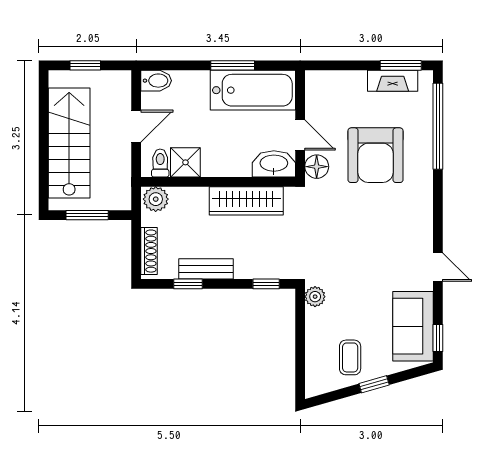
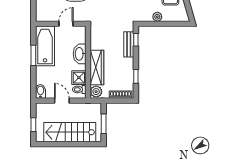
washbasin: (274, 164) -> (80, 54), moved
floor lamp: (317, 167) -> (81, 16), removed
wardrobe: (246, 201) -> (97, 67), moved
bench: (206, 269) -> (129, 44), moved
plant: (315, 297) -> (157, 17), moved

